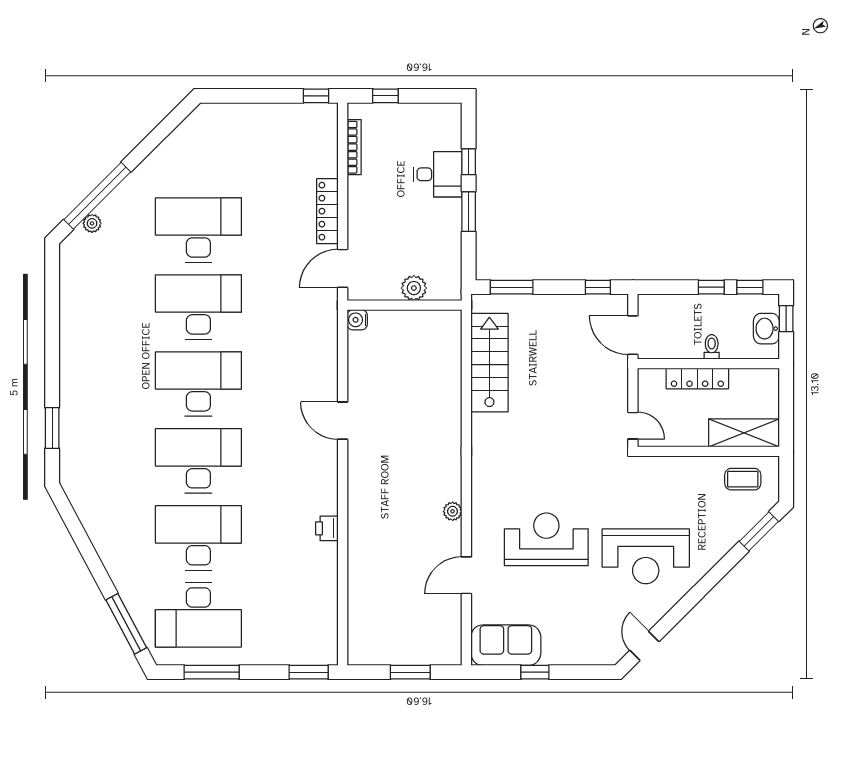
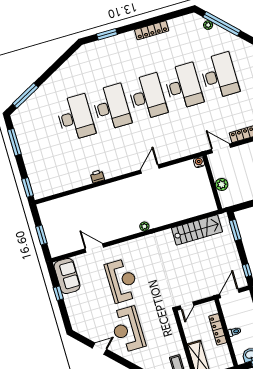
locker: (70, 338) -> (152, 30), added
plant: (453, 511) -> (144, 226), moved
desk: (198, 615) -> (39, 128), removed
door: (644, 646) -> (99, 349), moved

